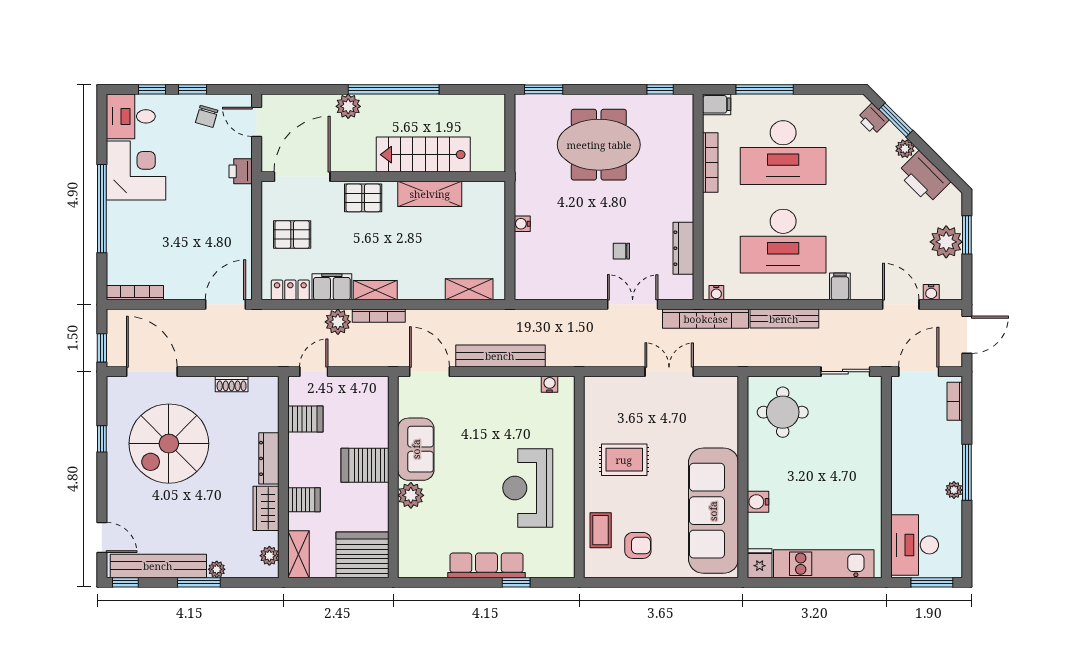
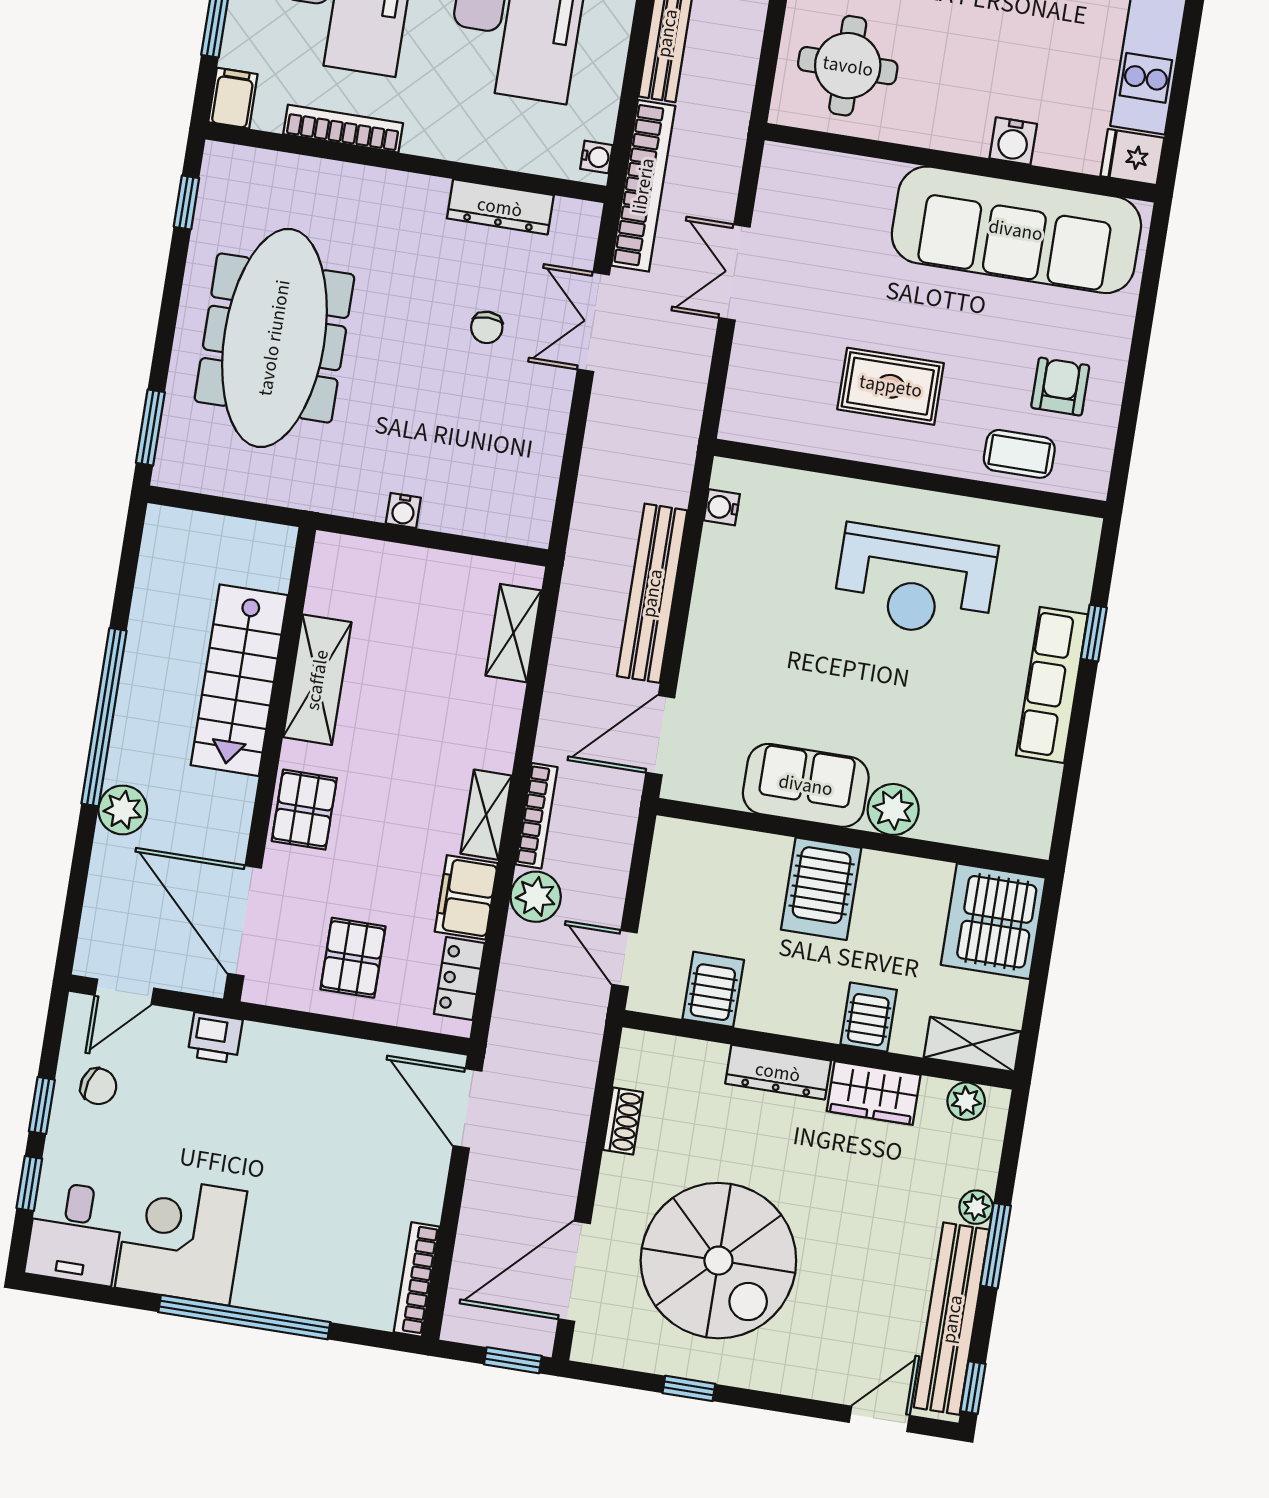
meeting table: (599, 145) -> (274, 338), width x1.36
rug: (624, 460) -> (891, 386), turned 90

